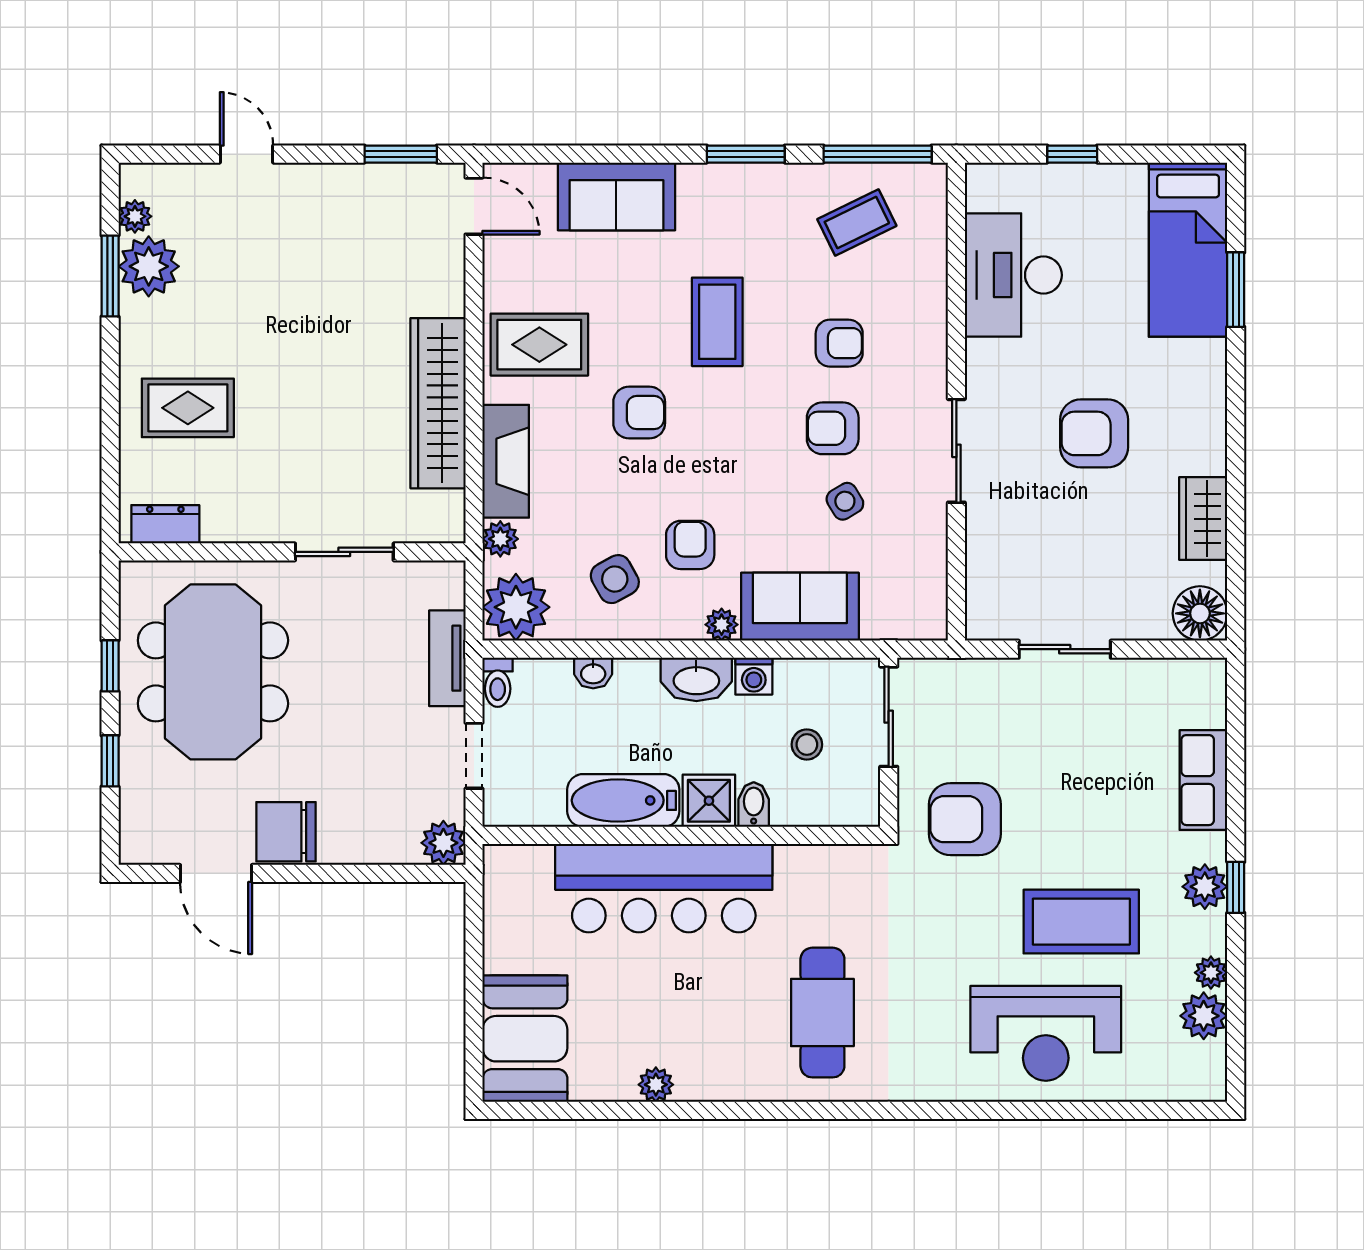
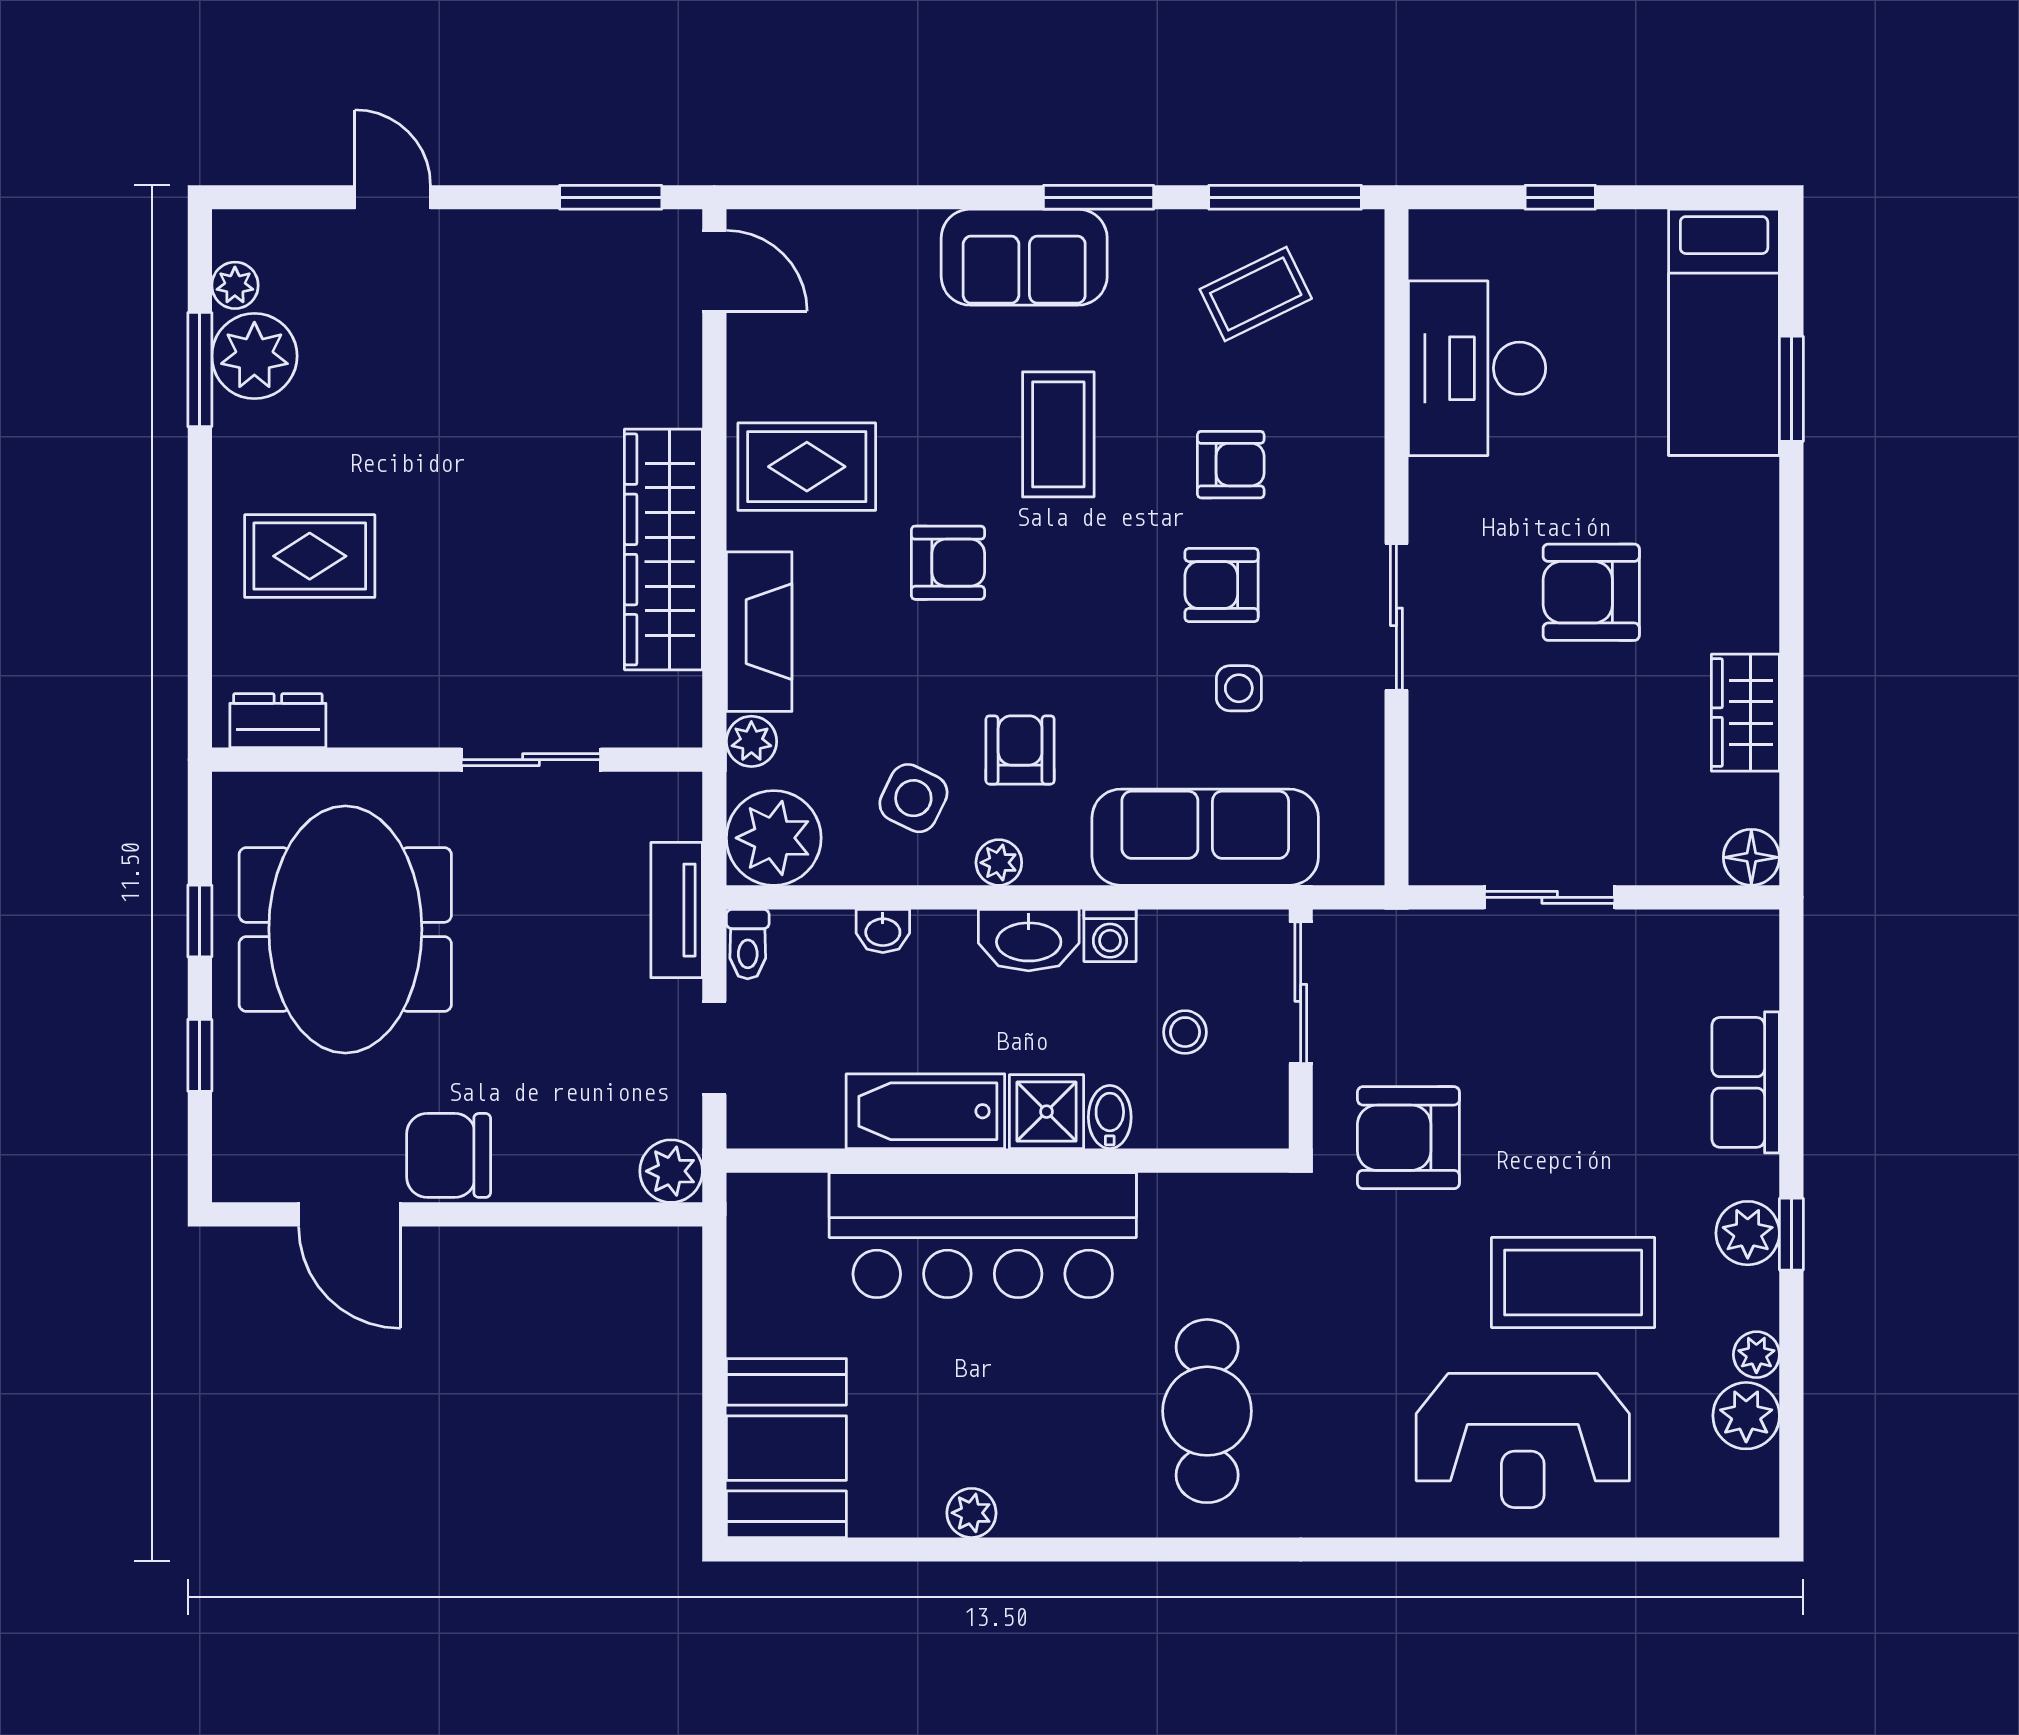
sofa: (616, 196) -> (1024, 257), moved
side table: (845, 501) -> (1239, 688), turned 31
side table: (615, 579) -> (913, 798), turned -35
sofa: (800, 607) -> (1205, 837), width x1.36
floor lamp: (1200, 613) -> (1751, 857), width x0.73, depth x0.73
plant: (722, 625) -> (999, 863), moved

